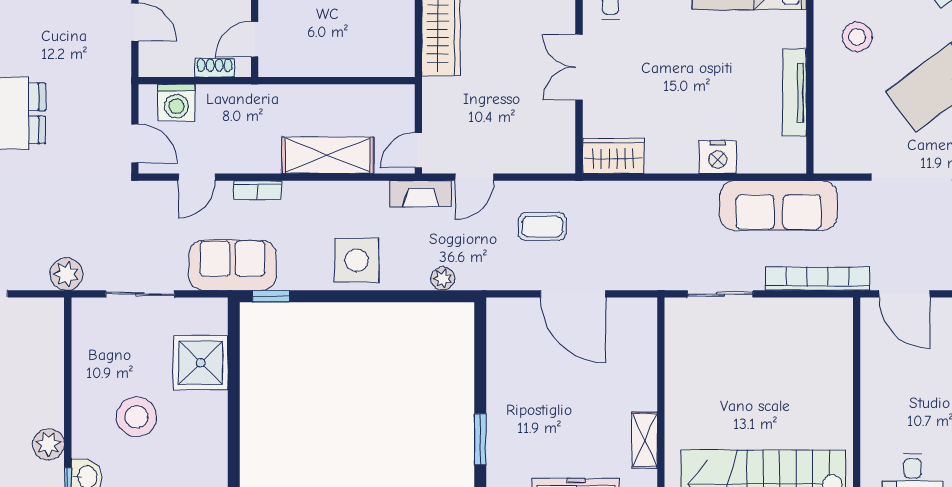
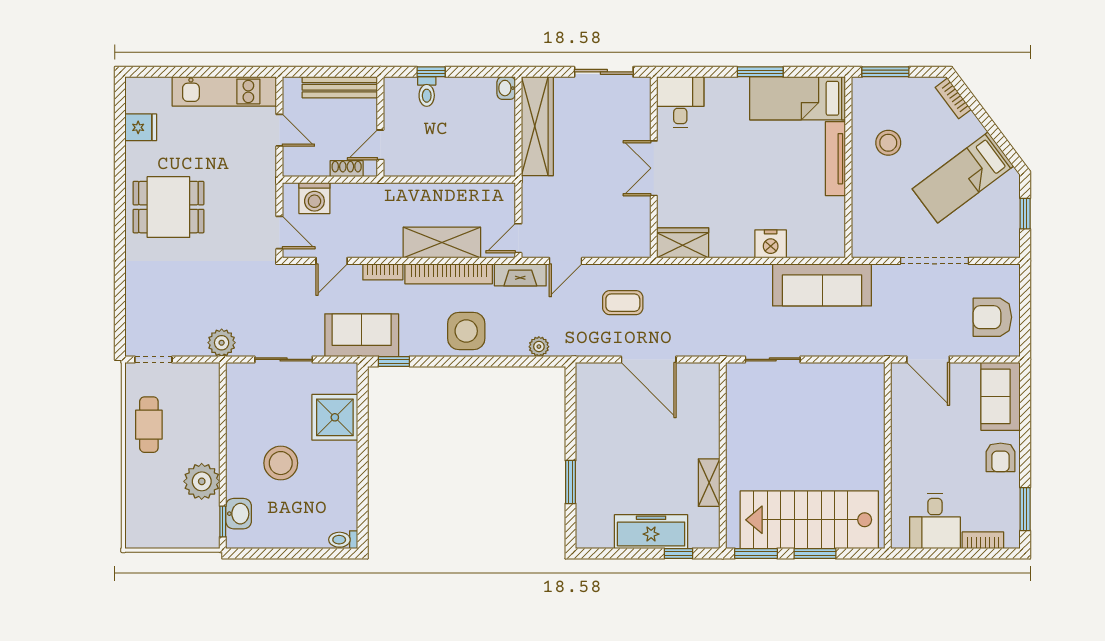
tv unit: (794, 93) -> (835, 159), moved
bookcase: (818, 279) -> (449, 274), moved, turned 180
plant: (49, 444) -> (202, 481), width x1.36, depth x1.36

